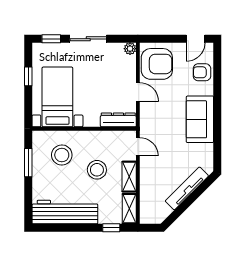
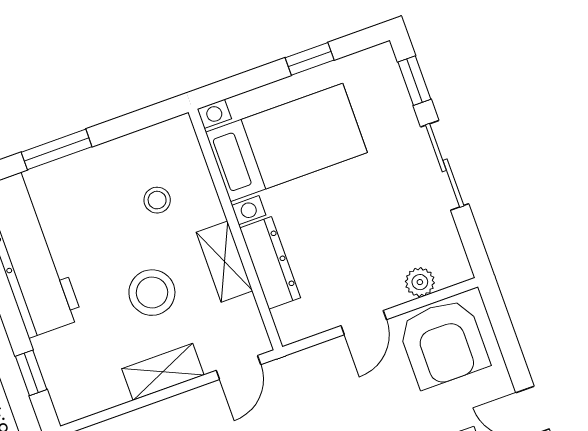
plant: (130, 49) -> (420, 282), moved
dresser: (118, 120) -> (270, 263), moved
stool: (62, 155) -> (157, 200), width x0.53, depth x0.53
window: (28, 163) -> (57, 149), moved
shelving: (129, 209) -> (224, 262), moved, turned 90

